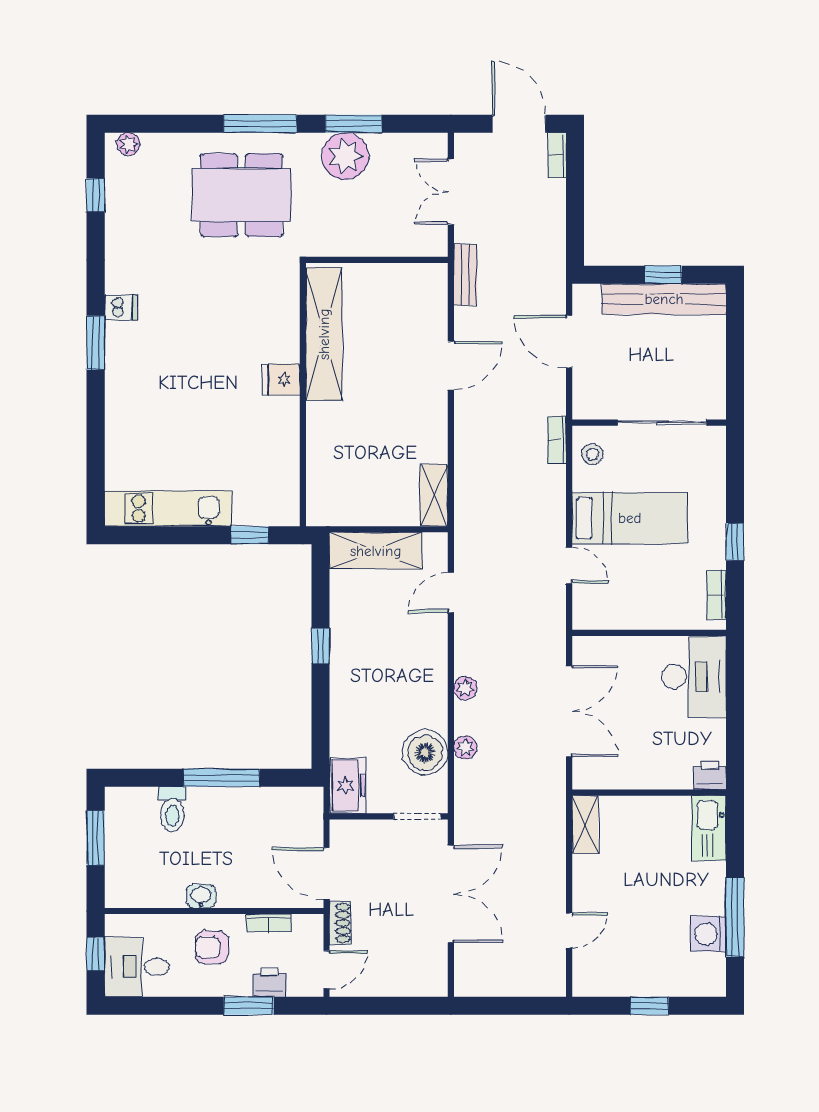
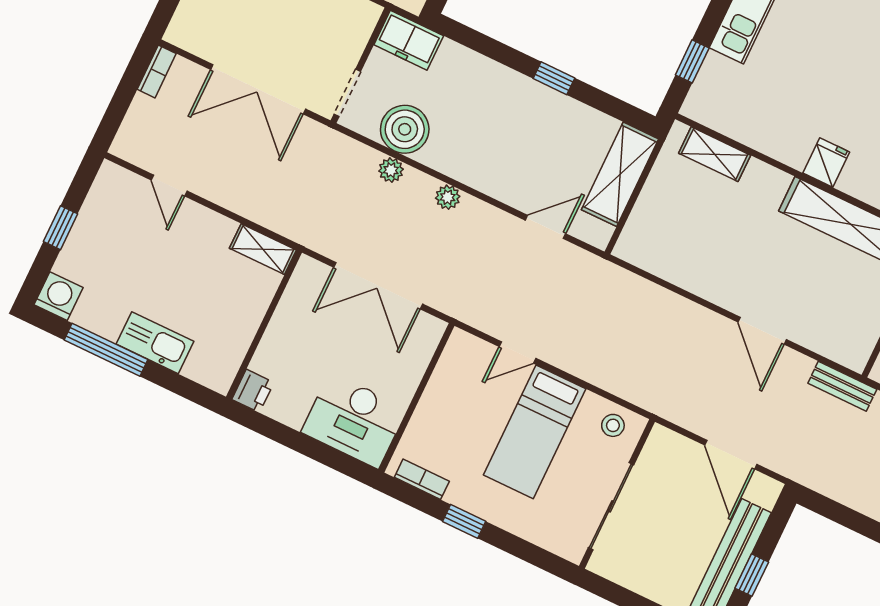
door: (569, 342) -> (731, 455), swing flipped
bookcase: (557, 440) -> (157, 71), moved, turned 90
shelving: (434, 495) -> (715, 154), moved
door: (451, 593) -> (545, 227), hinge flipped
kitchen sink: (709, 828) -> (155, 343), moved
washing machine: (709, 934) -> (59, 296), moved

